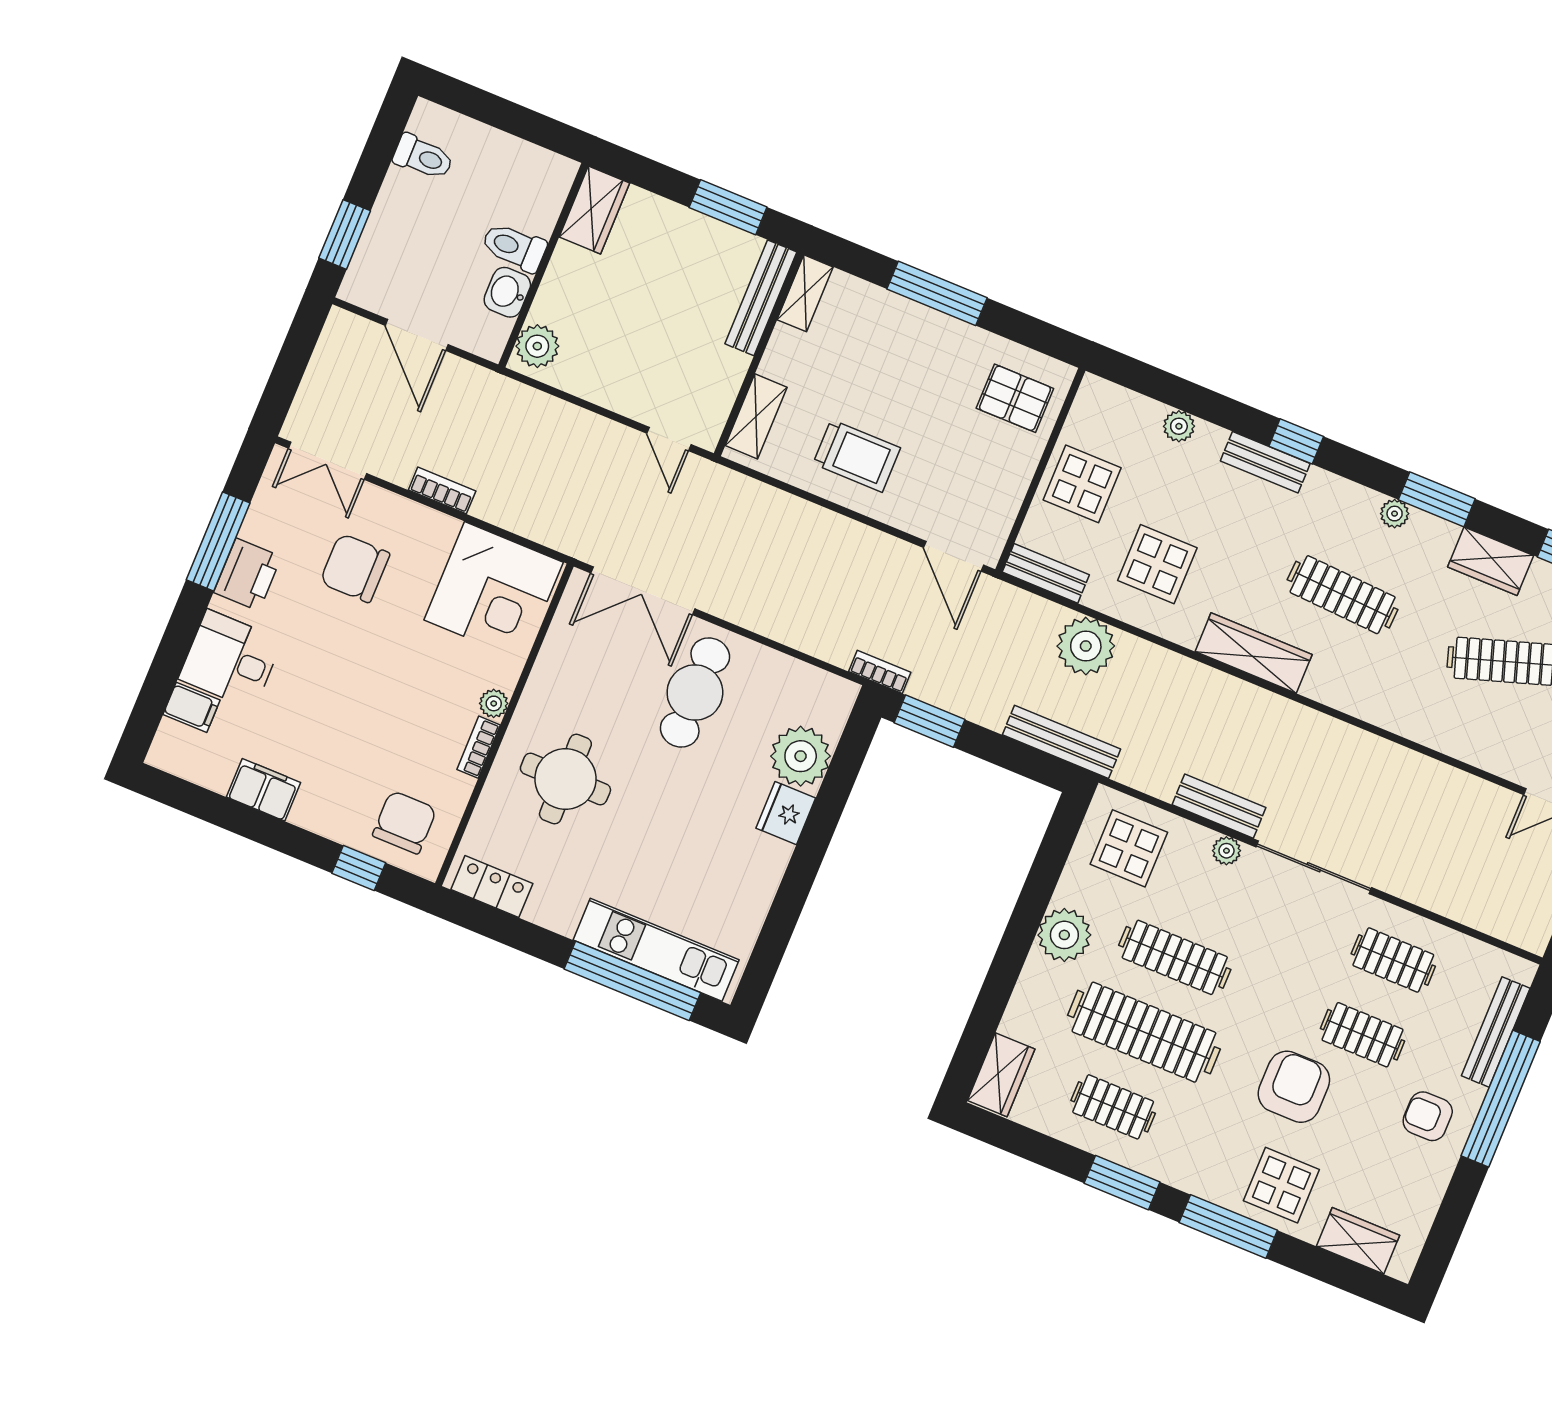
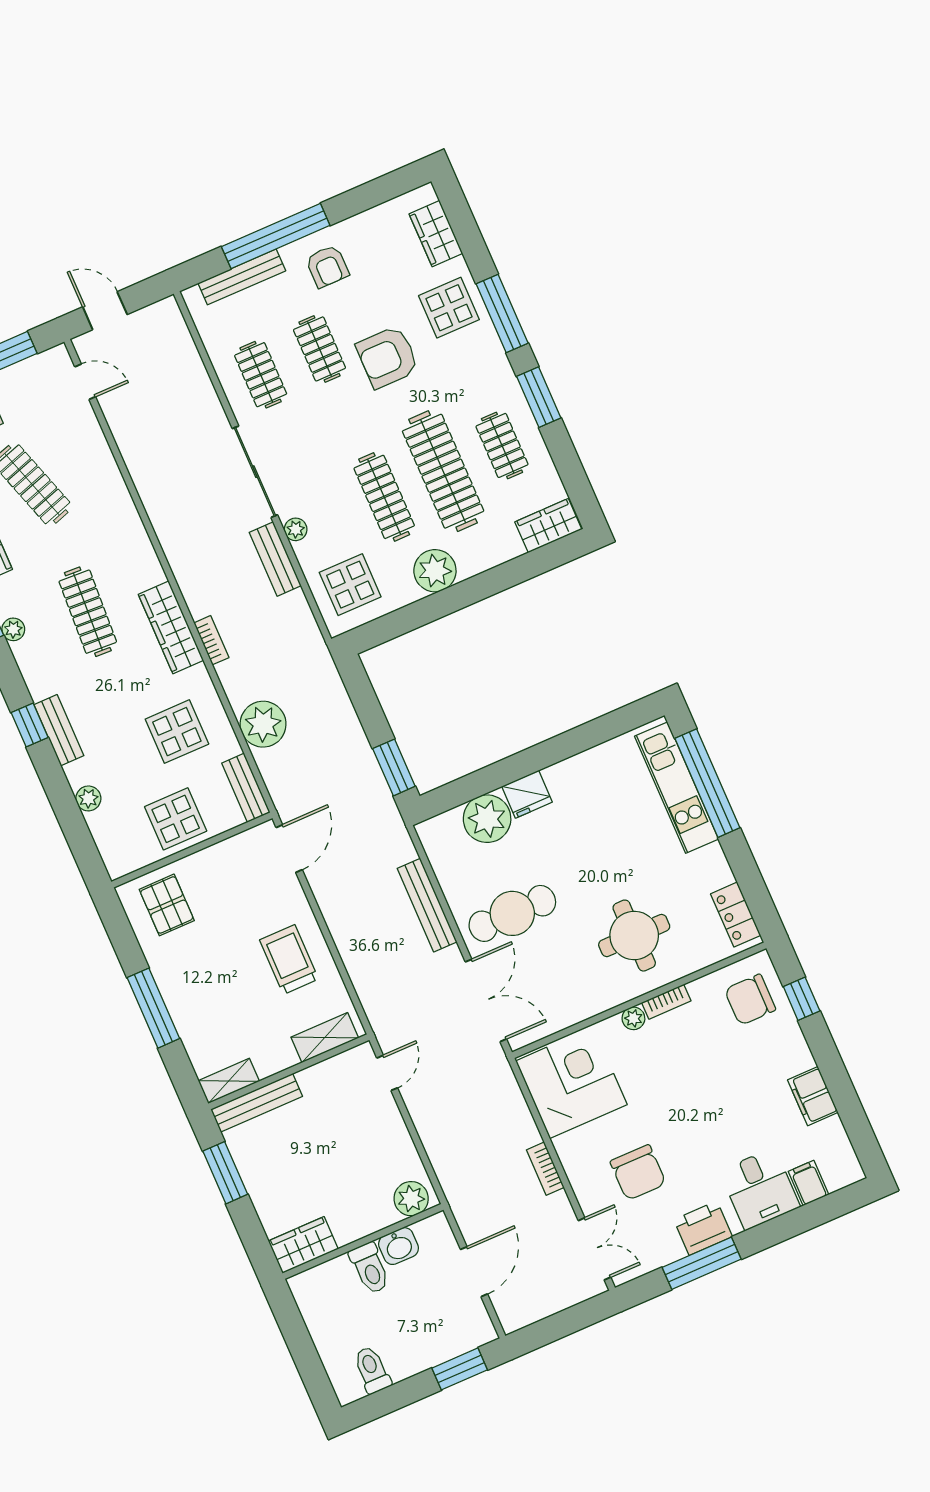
bookcase: (880, 672) -> (211, 640), moved, turned 180
bench: (1062, 742) -> (427, 905), moved

